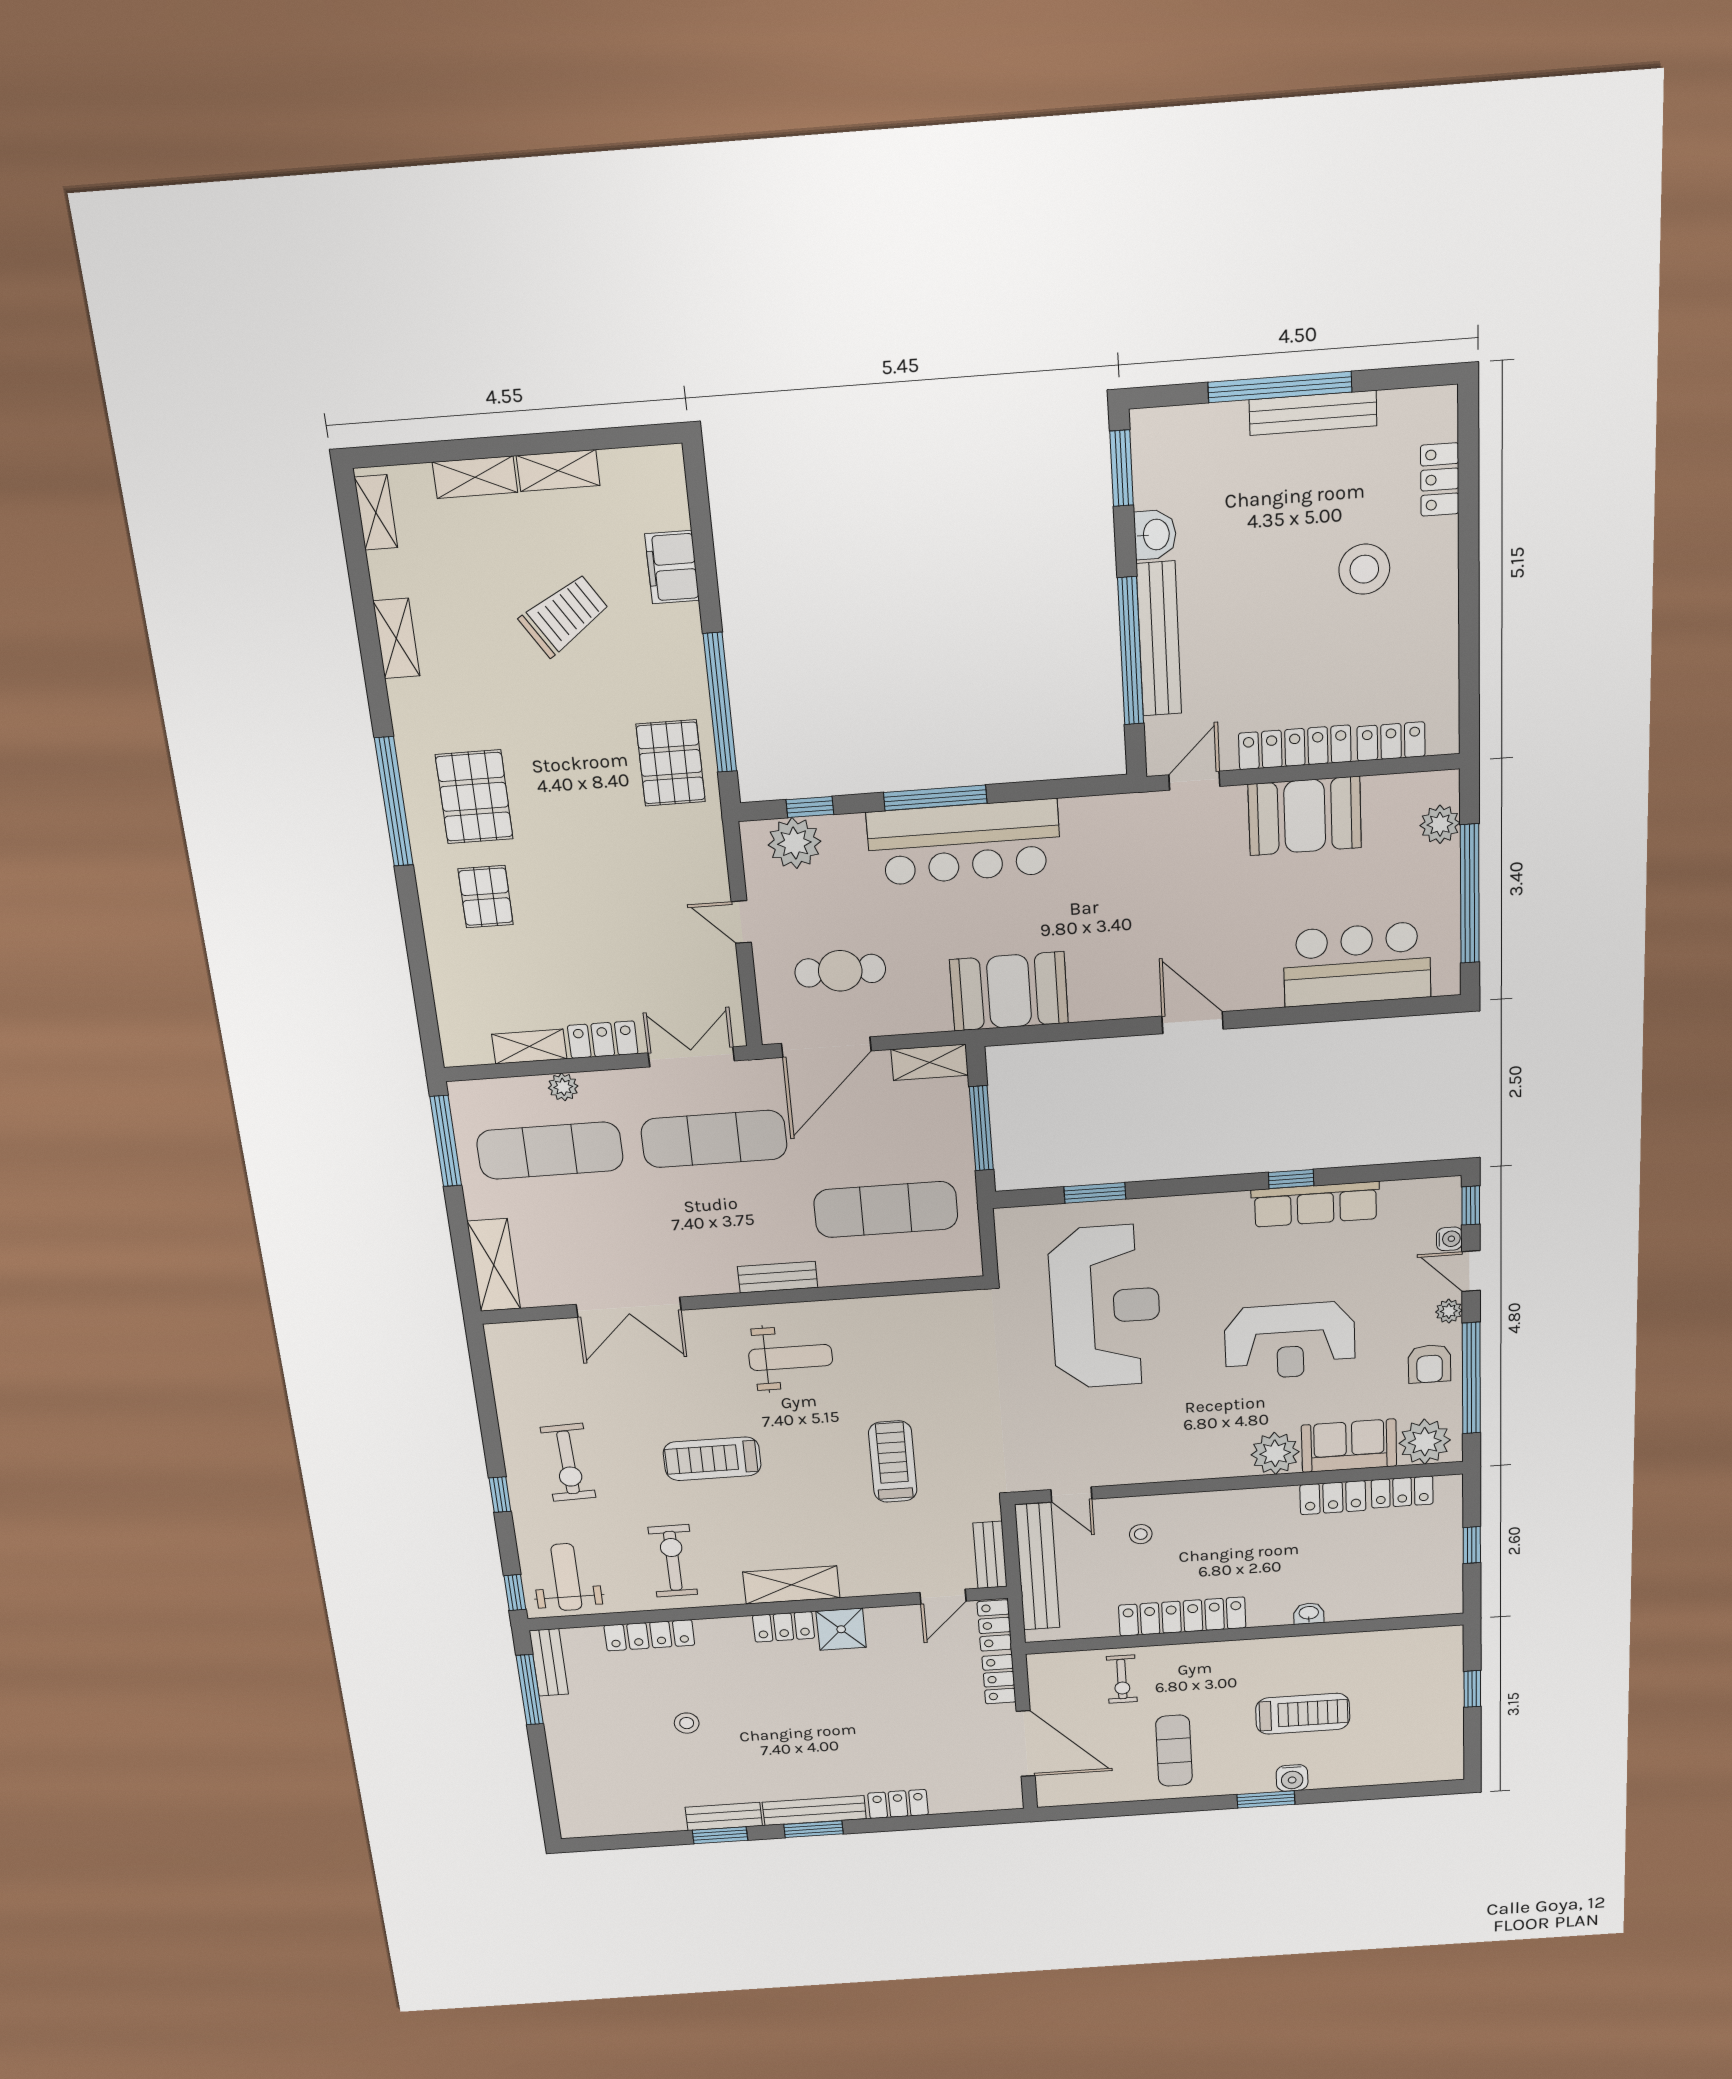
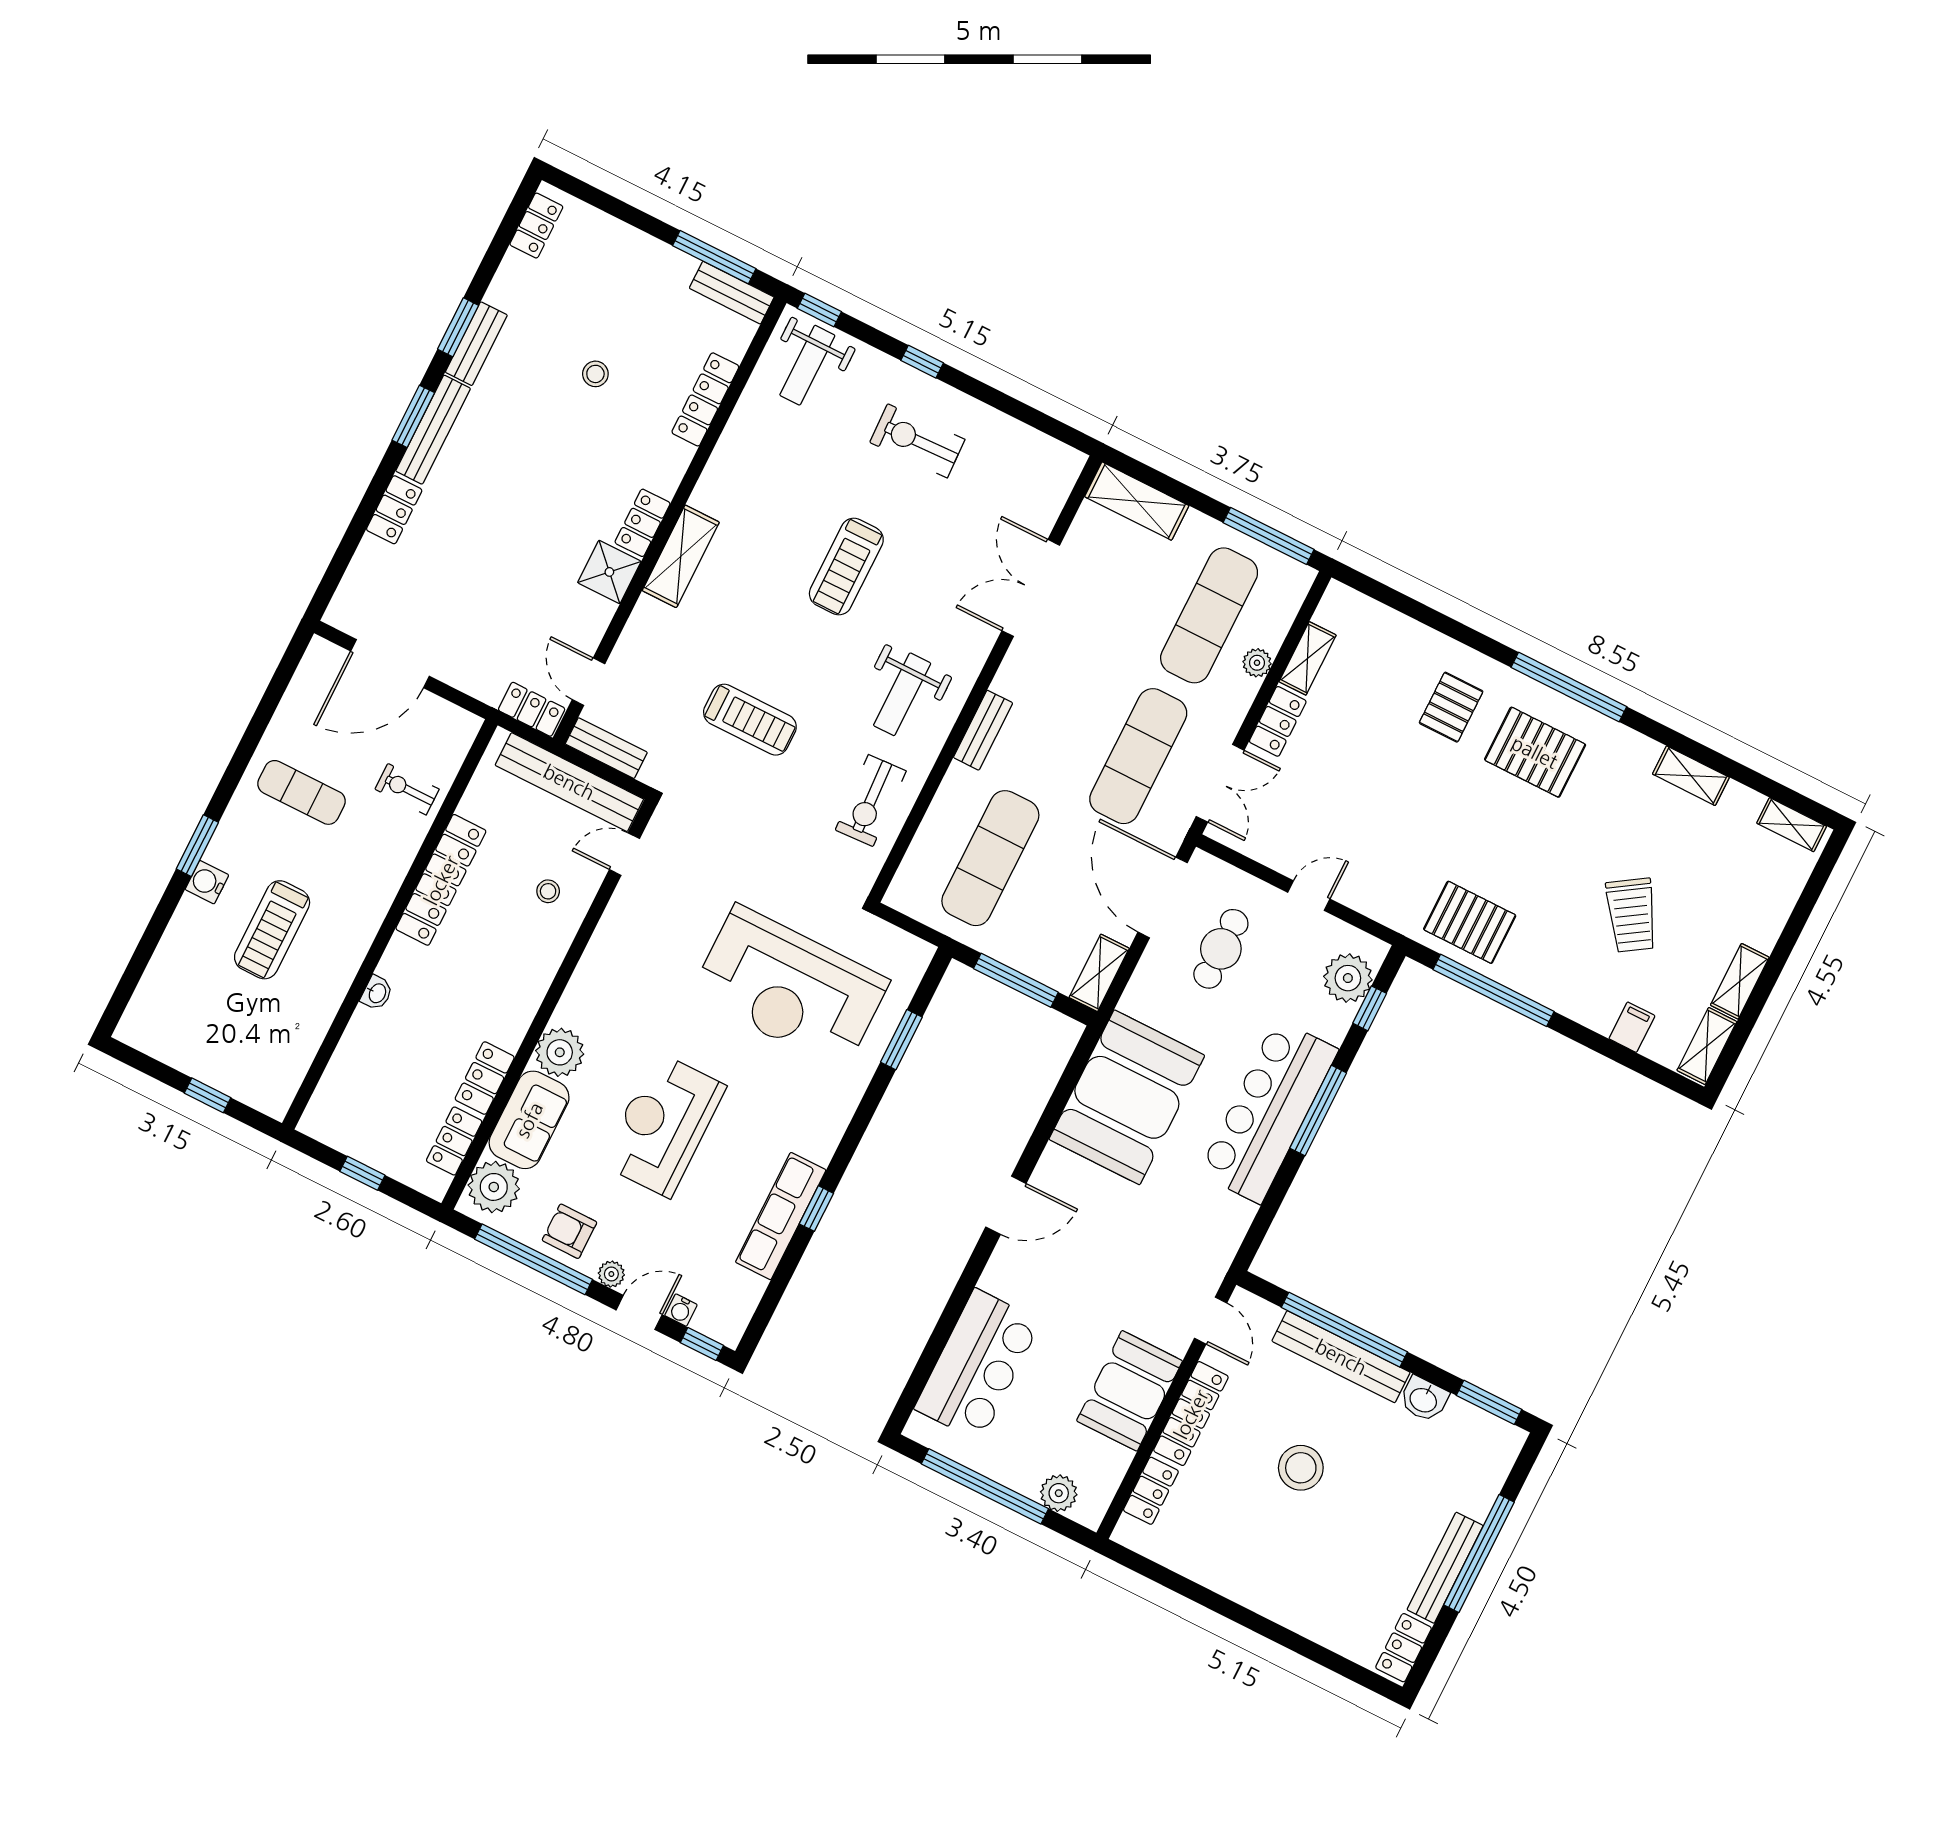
shelving: (475, 477) -> (1707, 1046), moved
locker: (1440, 480) -> (1404, 1648), moved, turned -90
filing cabinet: (672, 567) -> (1632, 1027), width x0.50
stool: (1364, 569) -> (1301, 1468), moved
pallet: (486, 897) -> (1451, 707), turned 90
booth: (1009, 991) -> (1127, 1097), width x1.36, depth x1.42
treadmill: (712, 1459) -> (846, 567), turned 180
exercise bike: (673, 1561) -> (871, 801), moved, turned 87
weight bench: (566, 1577) -> (807, 365), turned 90
locker: (999, 1679) -> (536, 226), moved, turned 90

